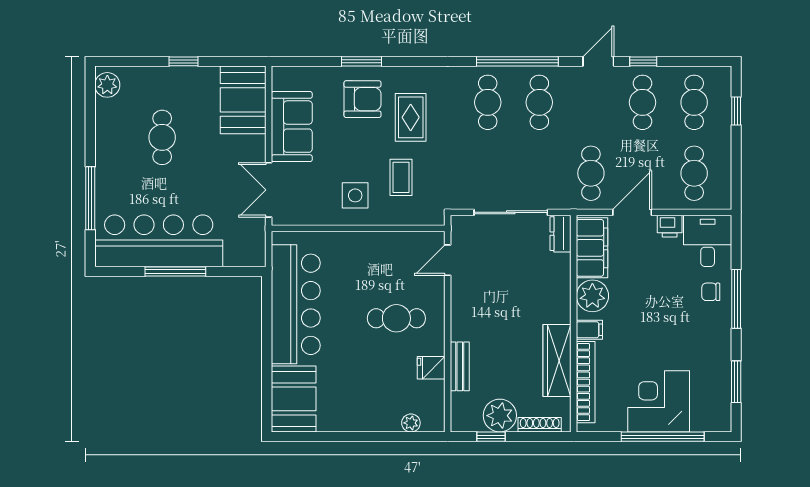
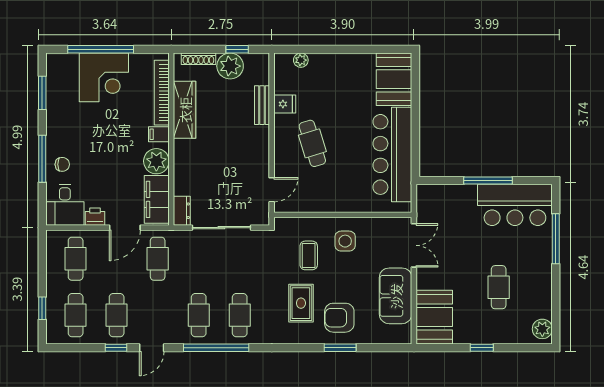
bar counter: (159, 241) -> (515, 205), width x0.73
cafe table: (396, 318) -> (312, 143), turned 73

